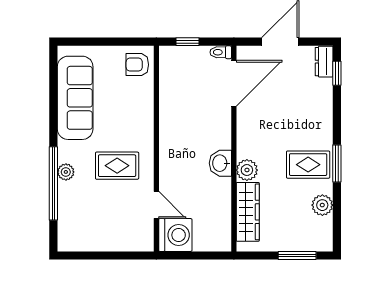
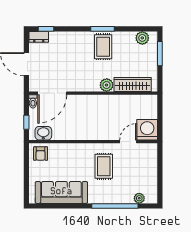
door: (234, 83) -> (52, 93), swing flipped
washbasin: (220, 163) -> (43, 133), moved, turned 180
plant: (66, 172) -> (139, 198), moved
plant: (322, 205) -> (142, 38), moved

